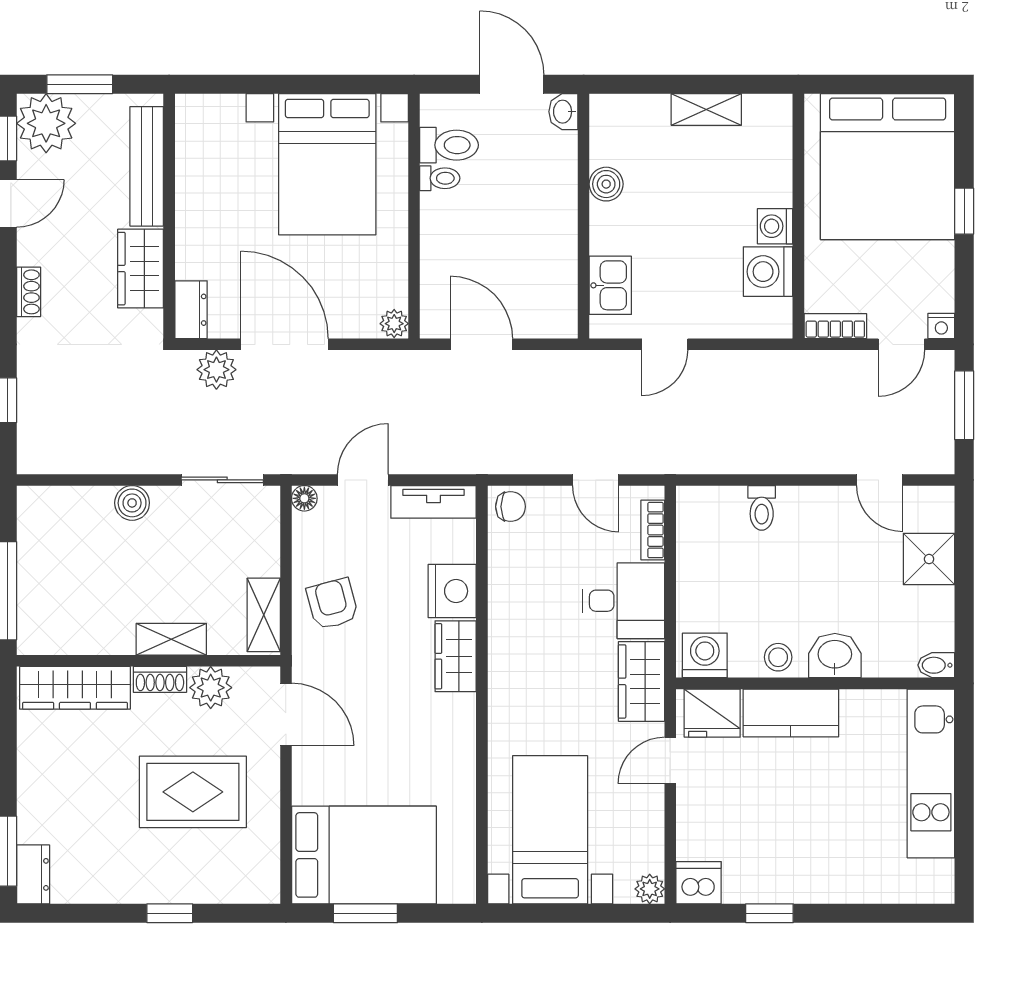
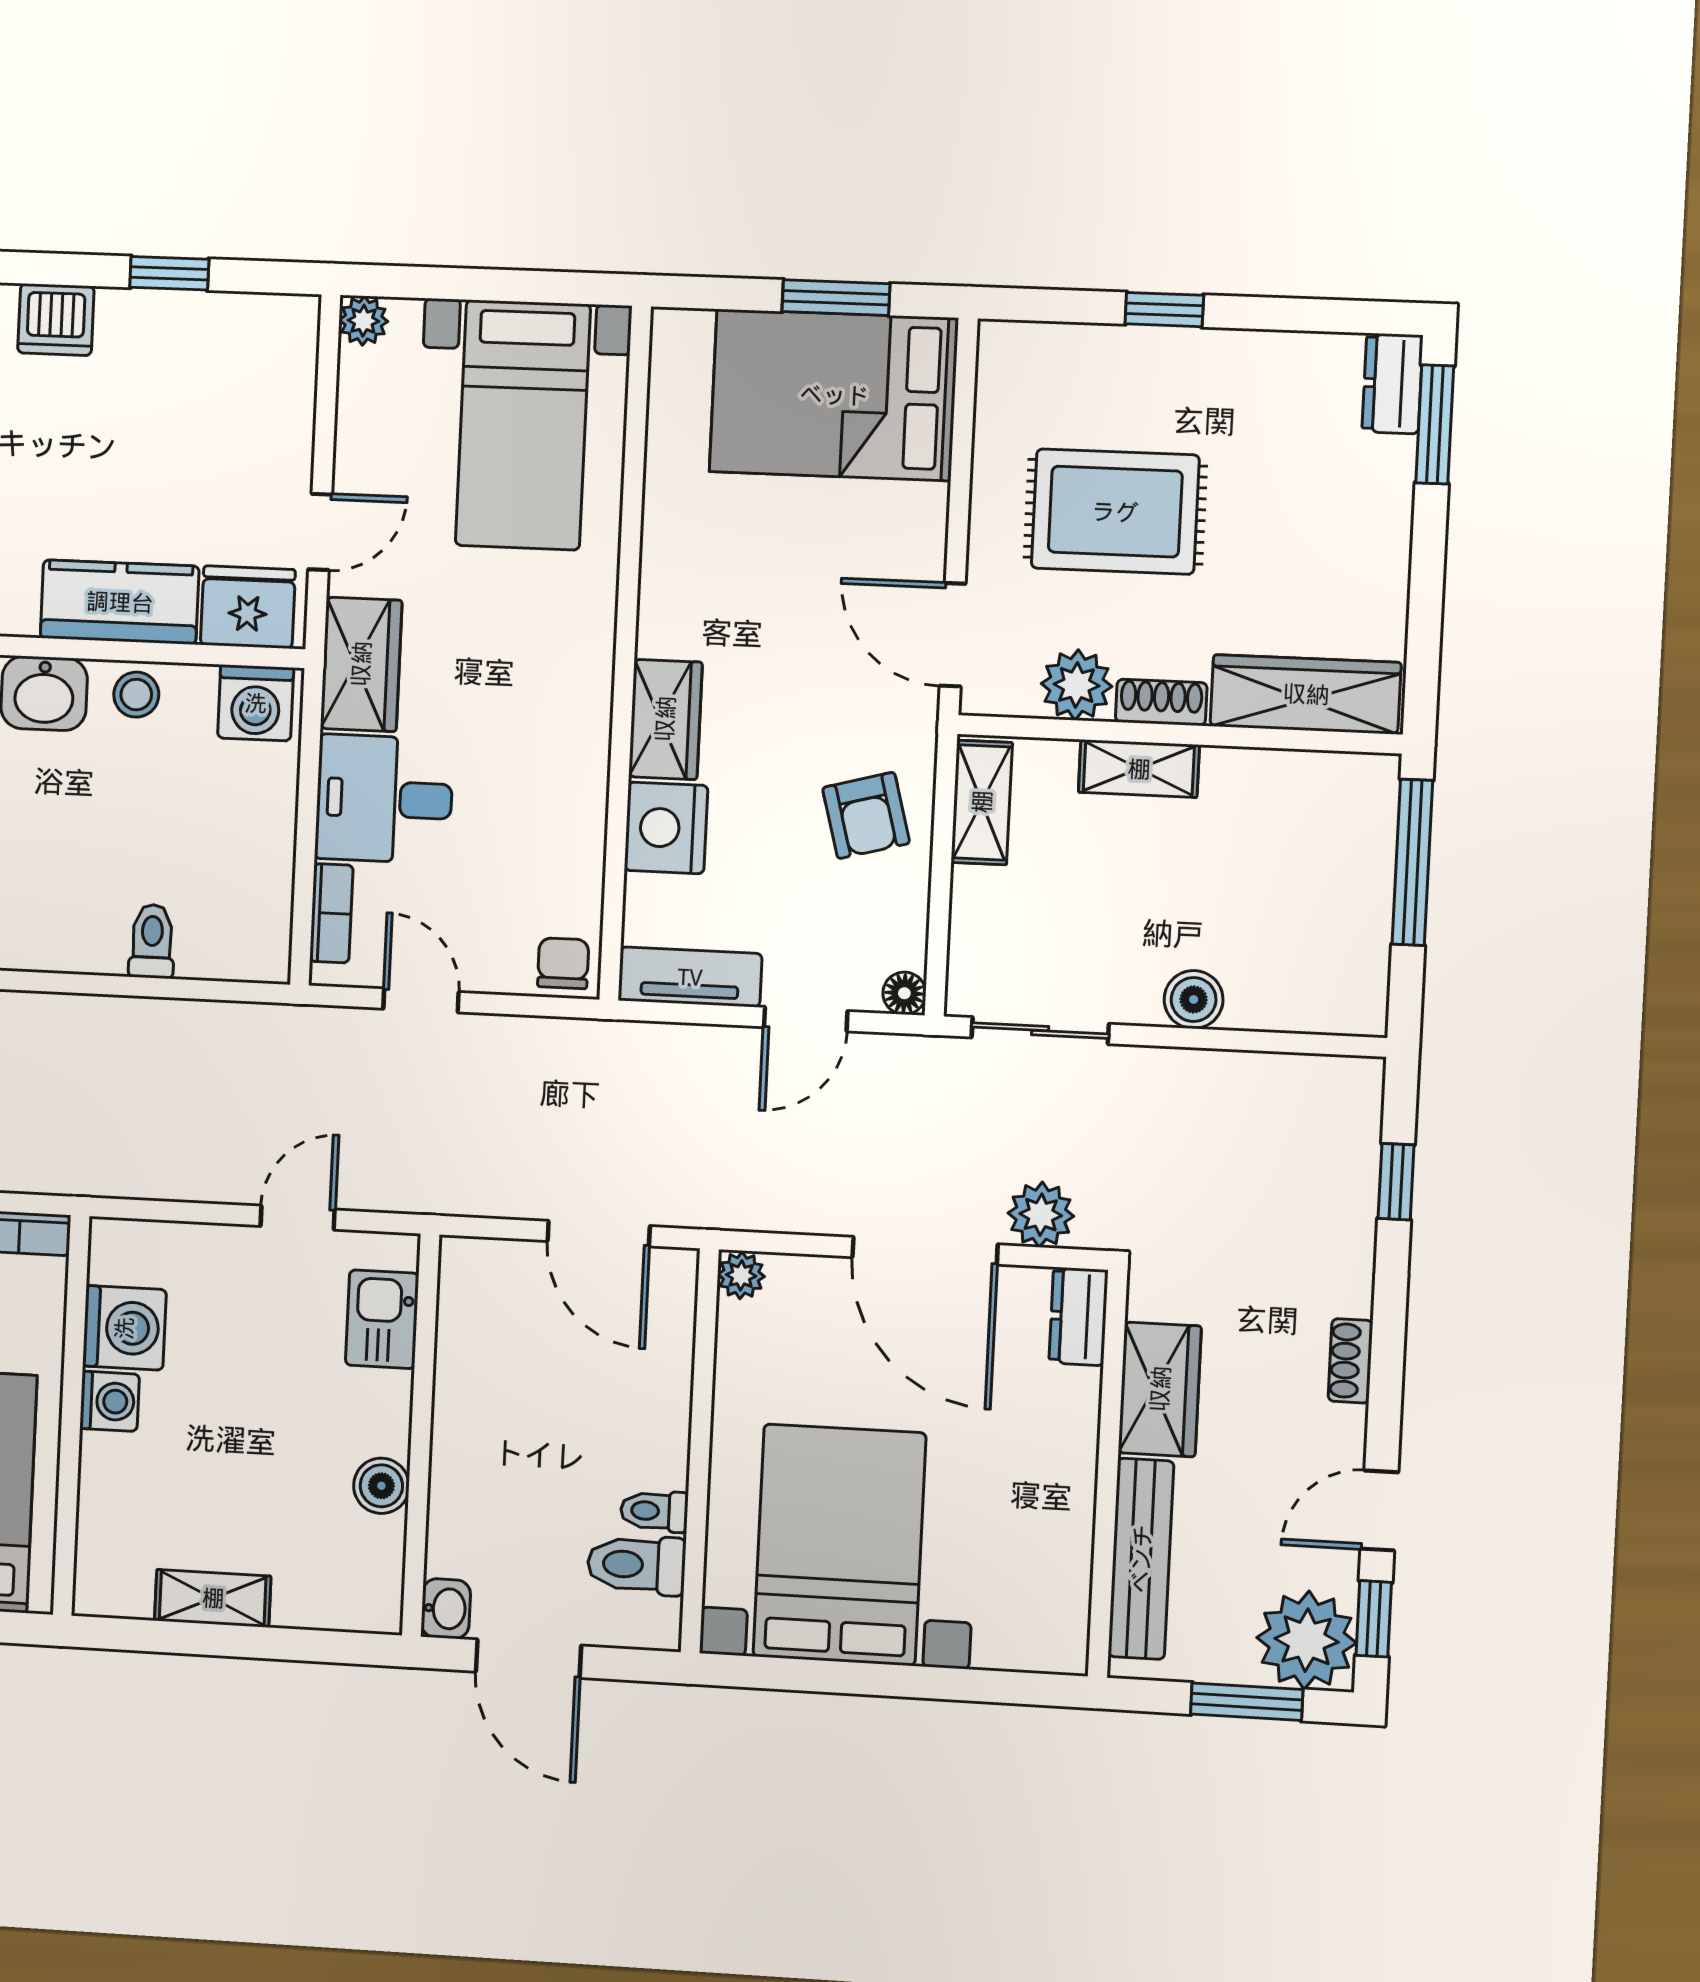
chair: (511, 507) -> (563, 963), turned 90
dishwasher: (698, 883) -> (56, 320), moved

